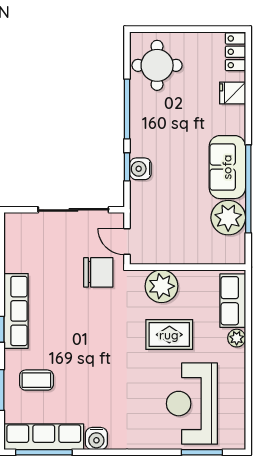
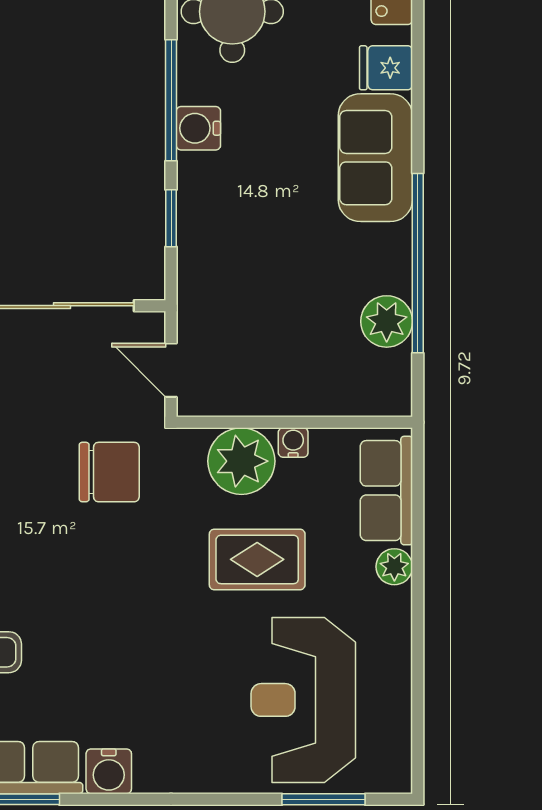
sofa: (227, 167) -> (375, 158), moved
water cooler: (140, 169) -> (198, 128), moved
plant: (228, 218) -> (387, 321), width x0.73, depth x0.73
chair: (98, 272) -> (109, 472), moved
water cooler: (187, 277) -> (293, 443), added

